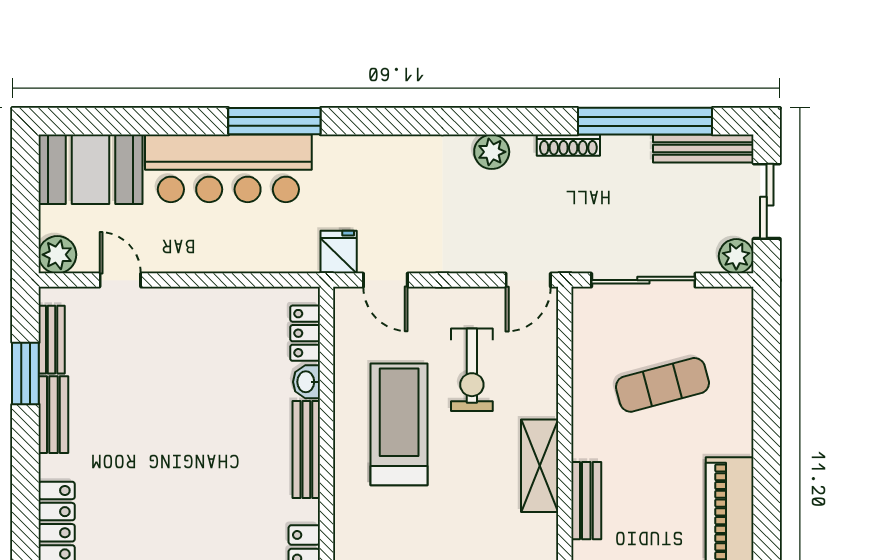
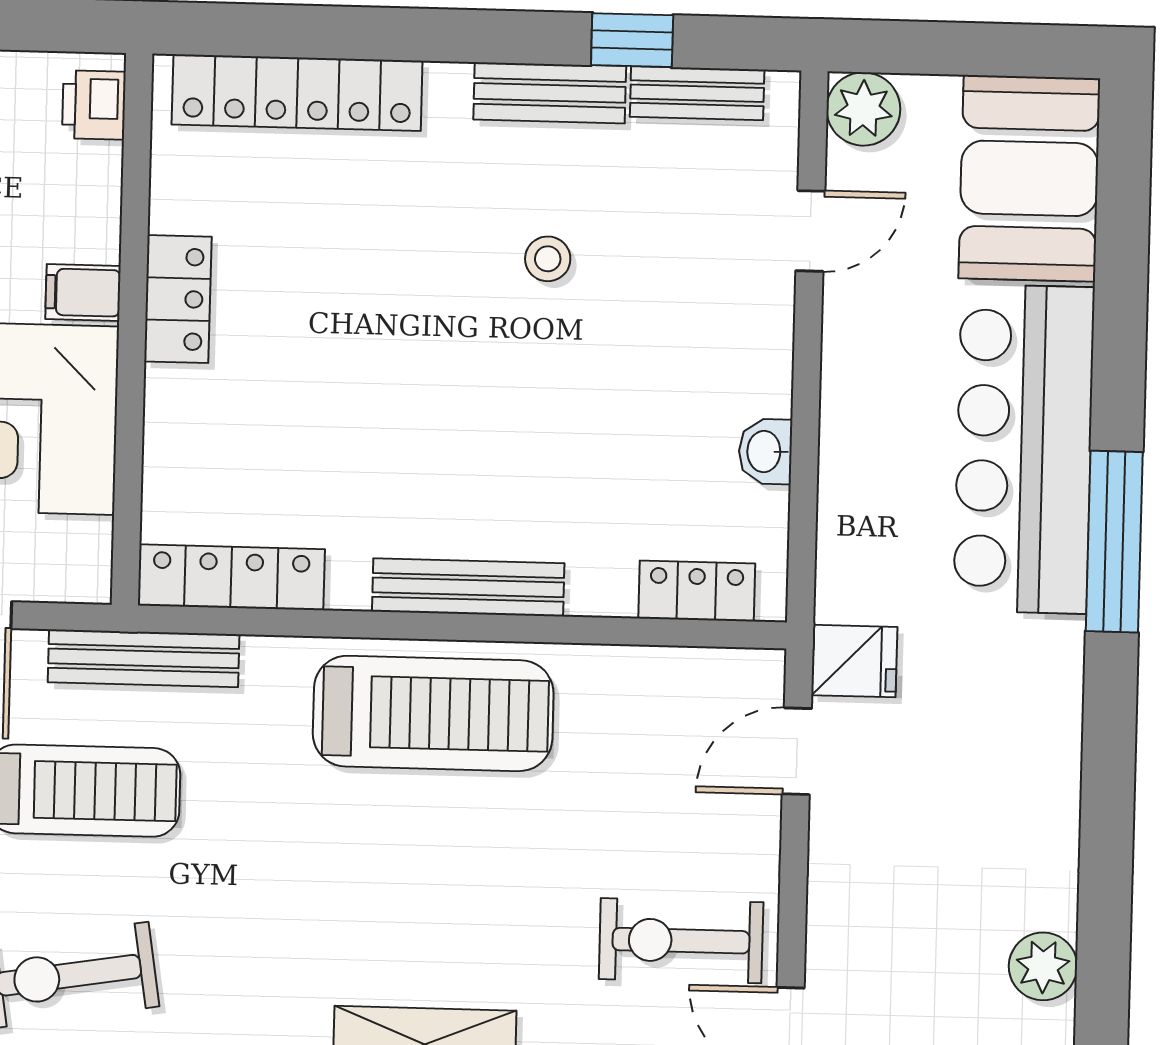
exercise bike: (472, 370) -> (681, 941), moved
window: (25, 373) -> (632, 40), width x0.67
washbasin: (307, 382) -> (765, 452), moved, turned -90
stool: (138, 413) -> (548, 259), added
treadmill: (399, 424) -> (433, 713), moved

